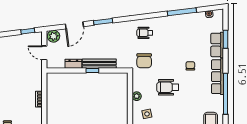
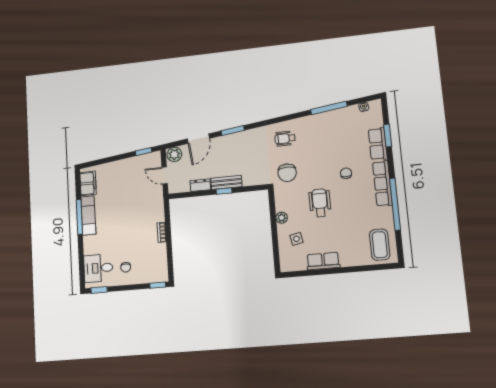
bench: (99, 64) -> (226, 182), width x0.73
wheelchair: (168, 87) -> (320, 203), turned 90

